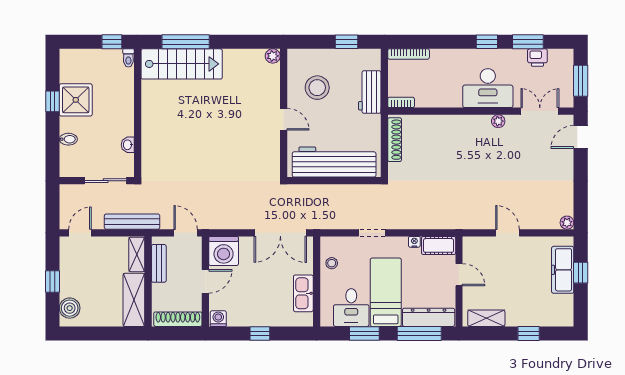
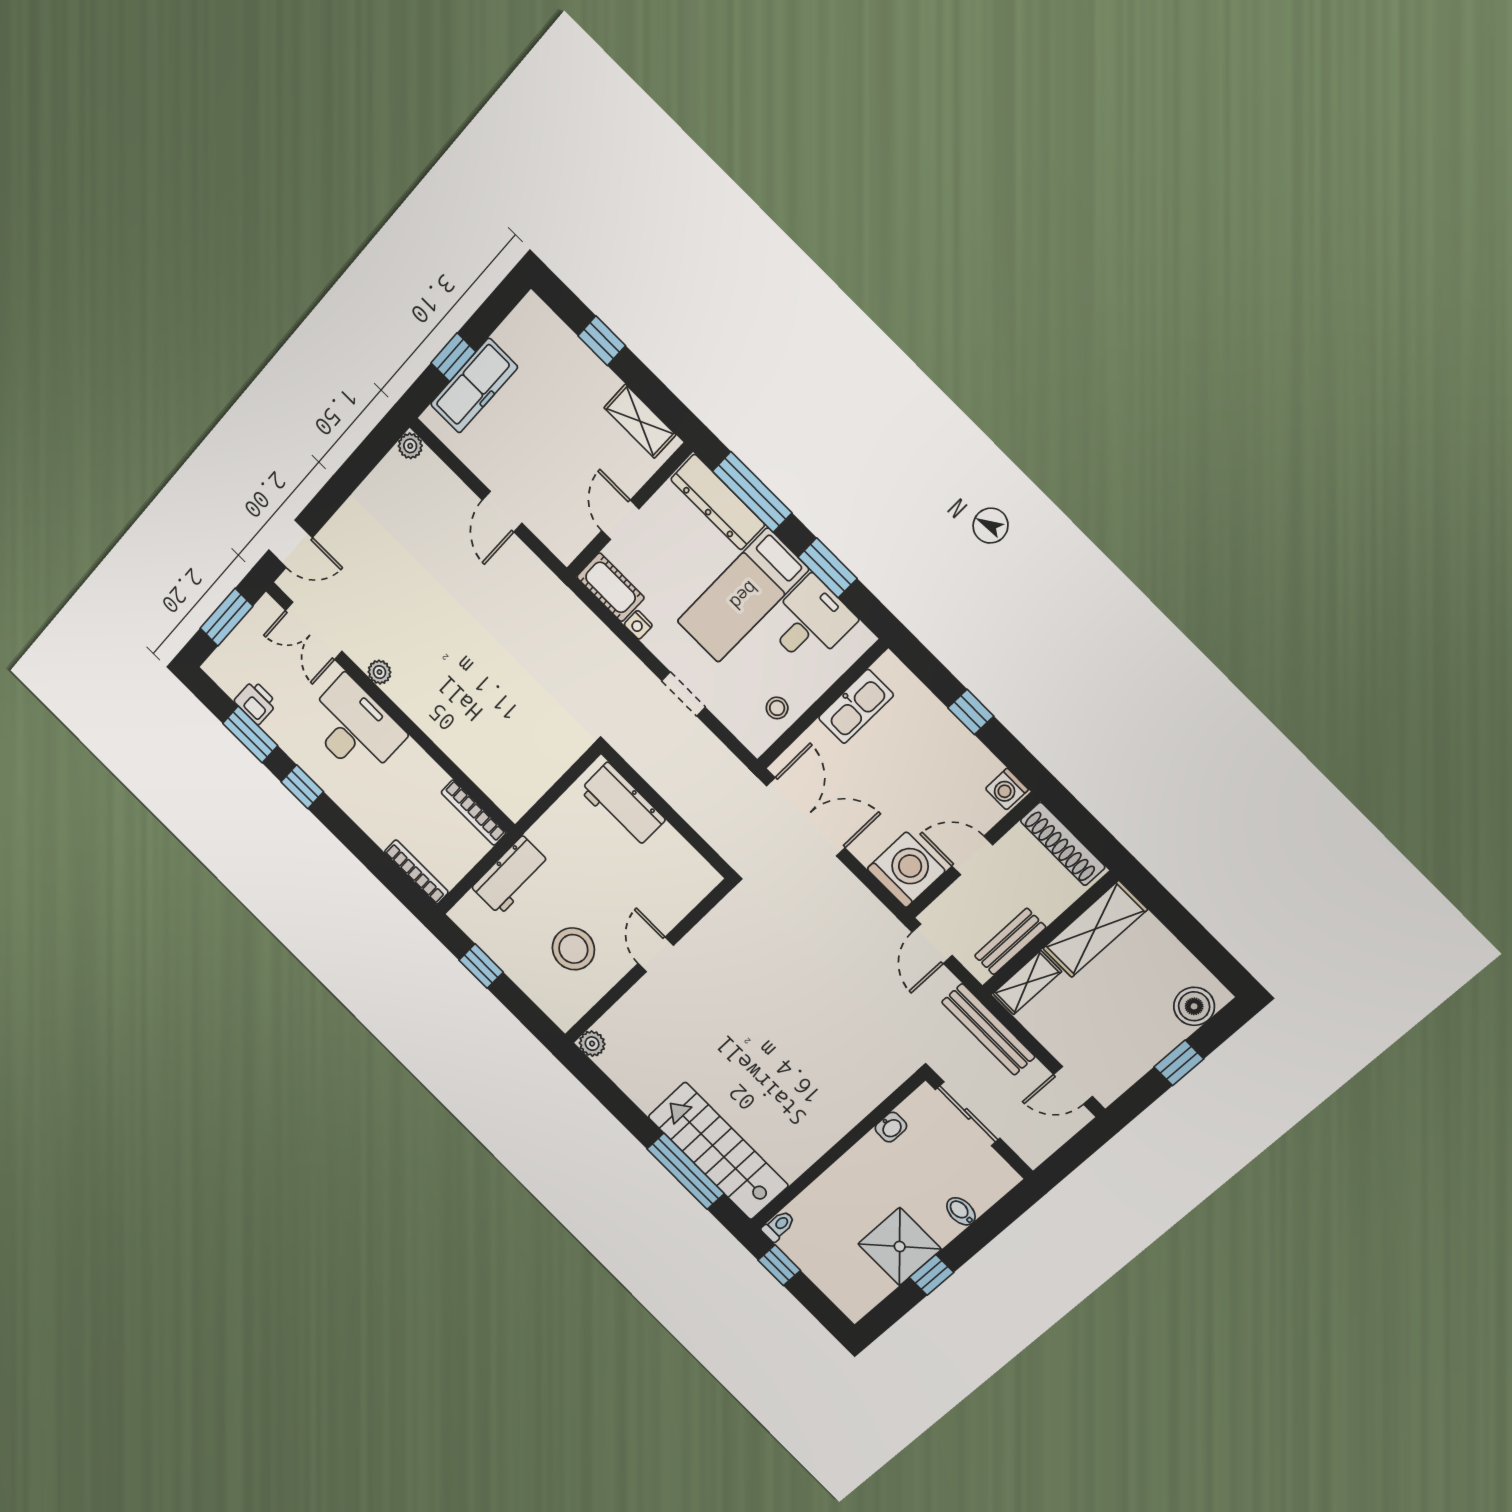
bookcase: (401, 102) -> (473, 813), width x1.56
shoe rack: (395, 140) -> (537, 784), removed
workbench: (334, 162) -> (622, 805), width x0.53, depth x0.76

